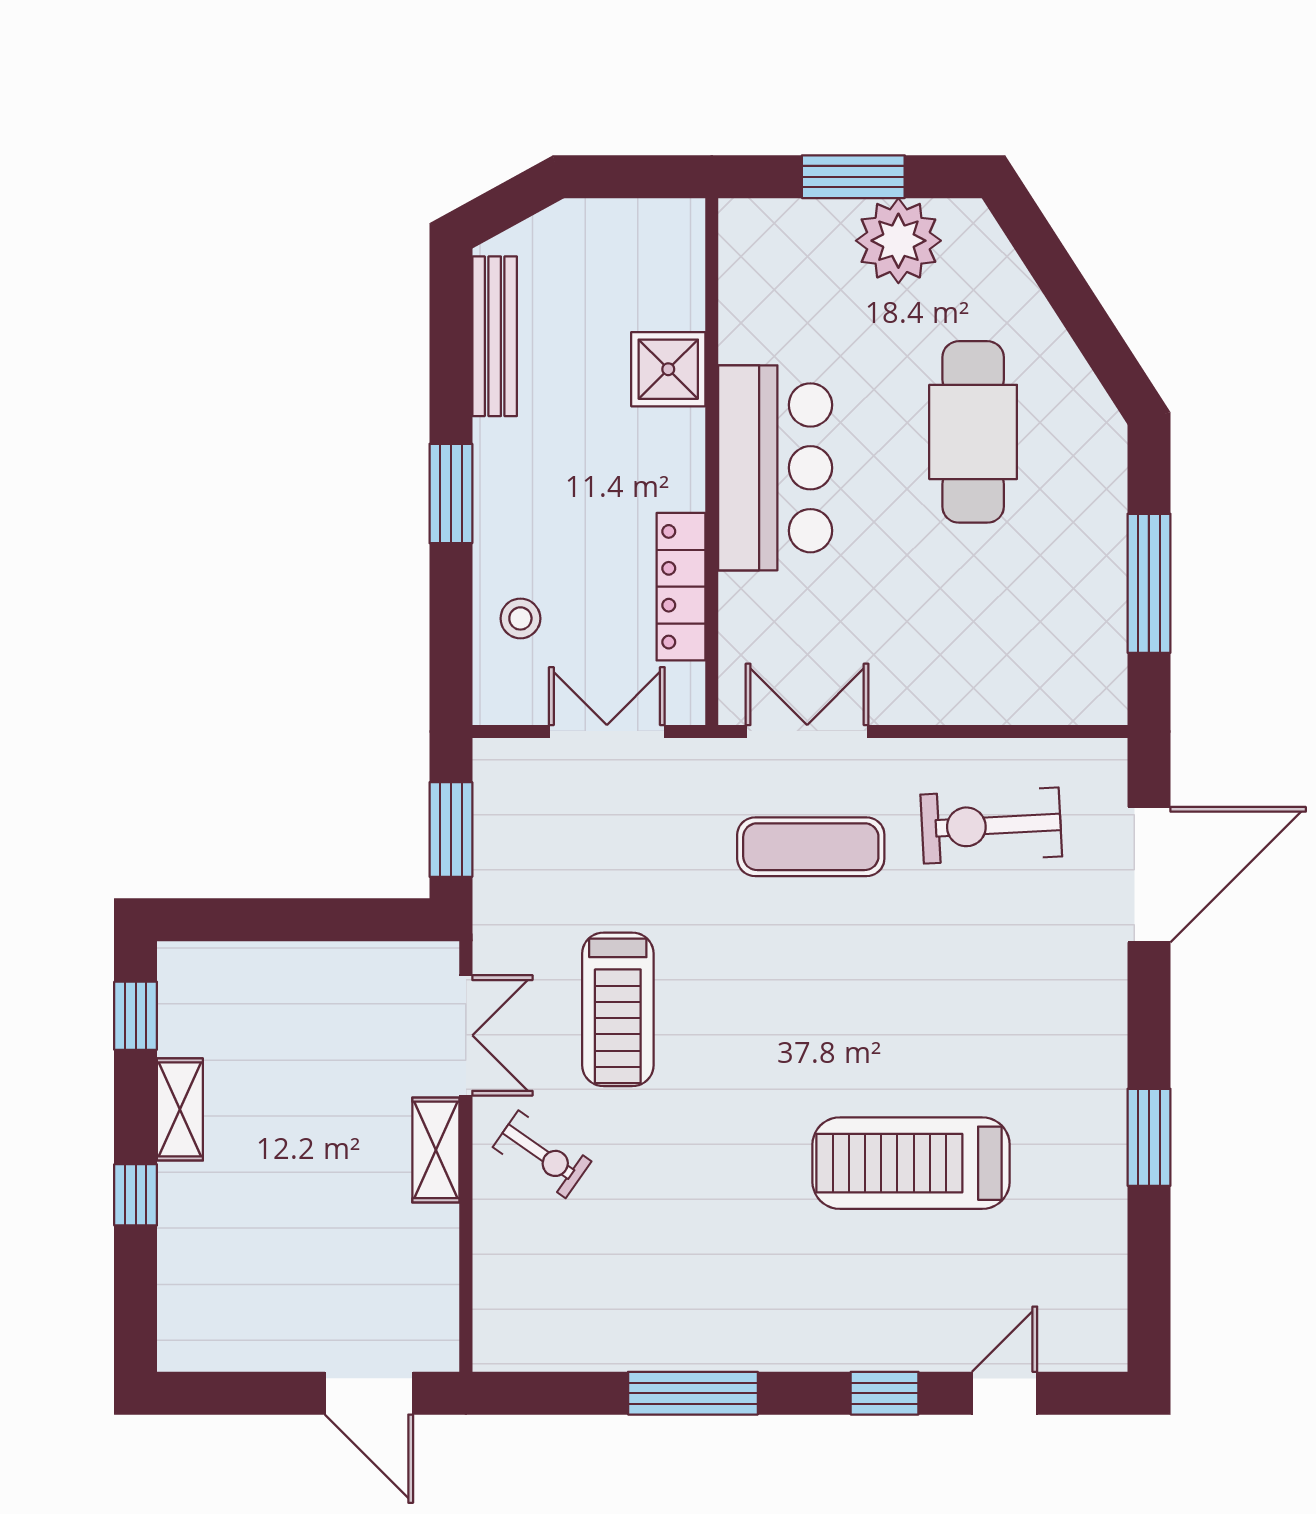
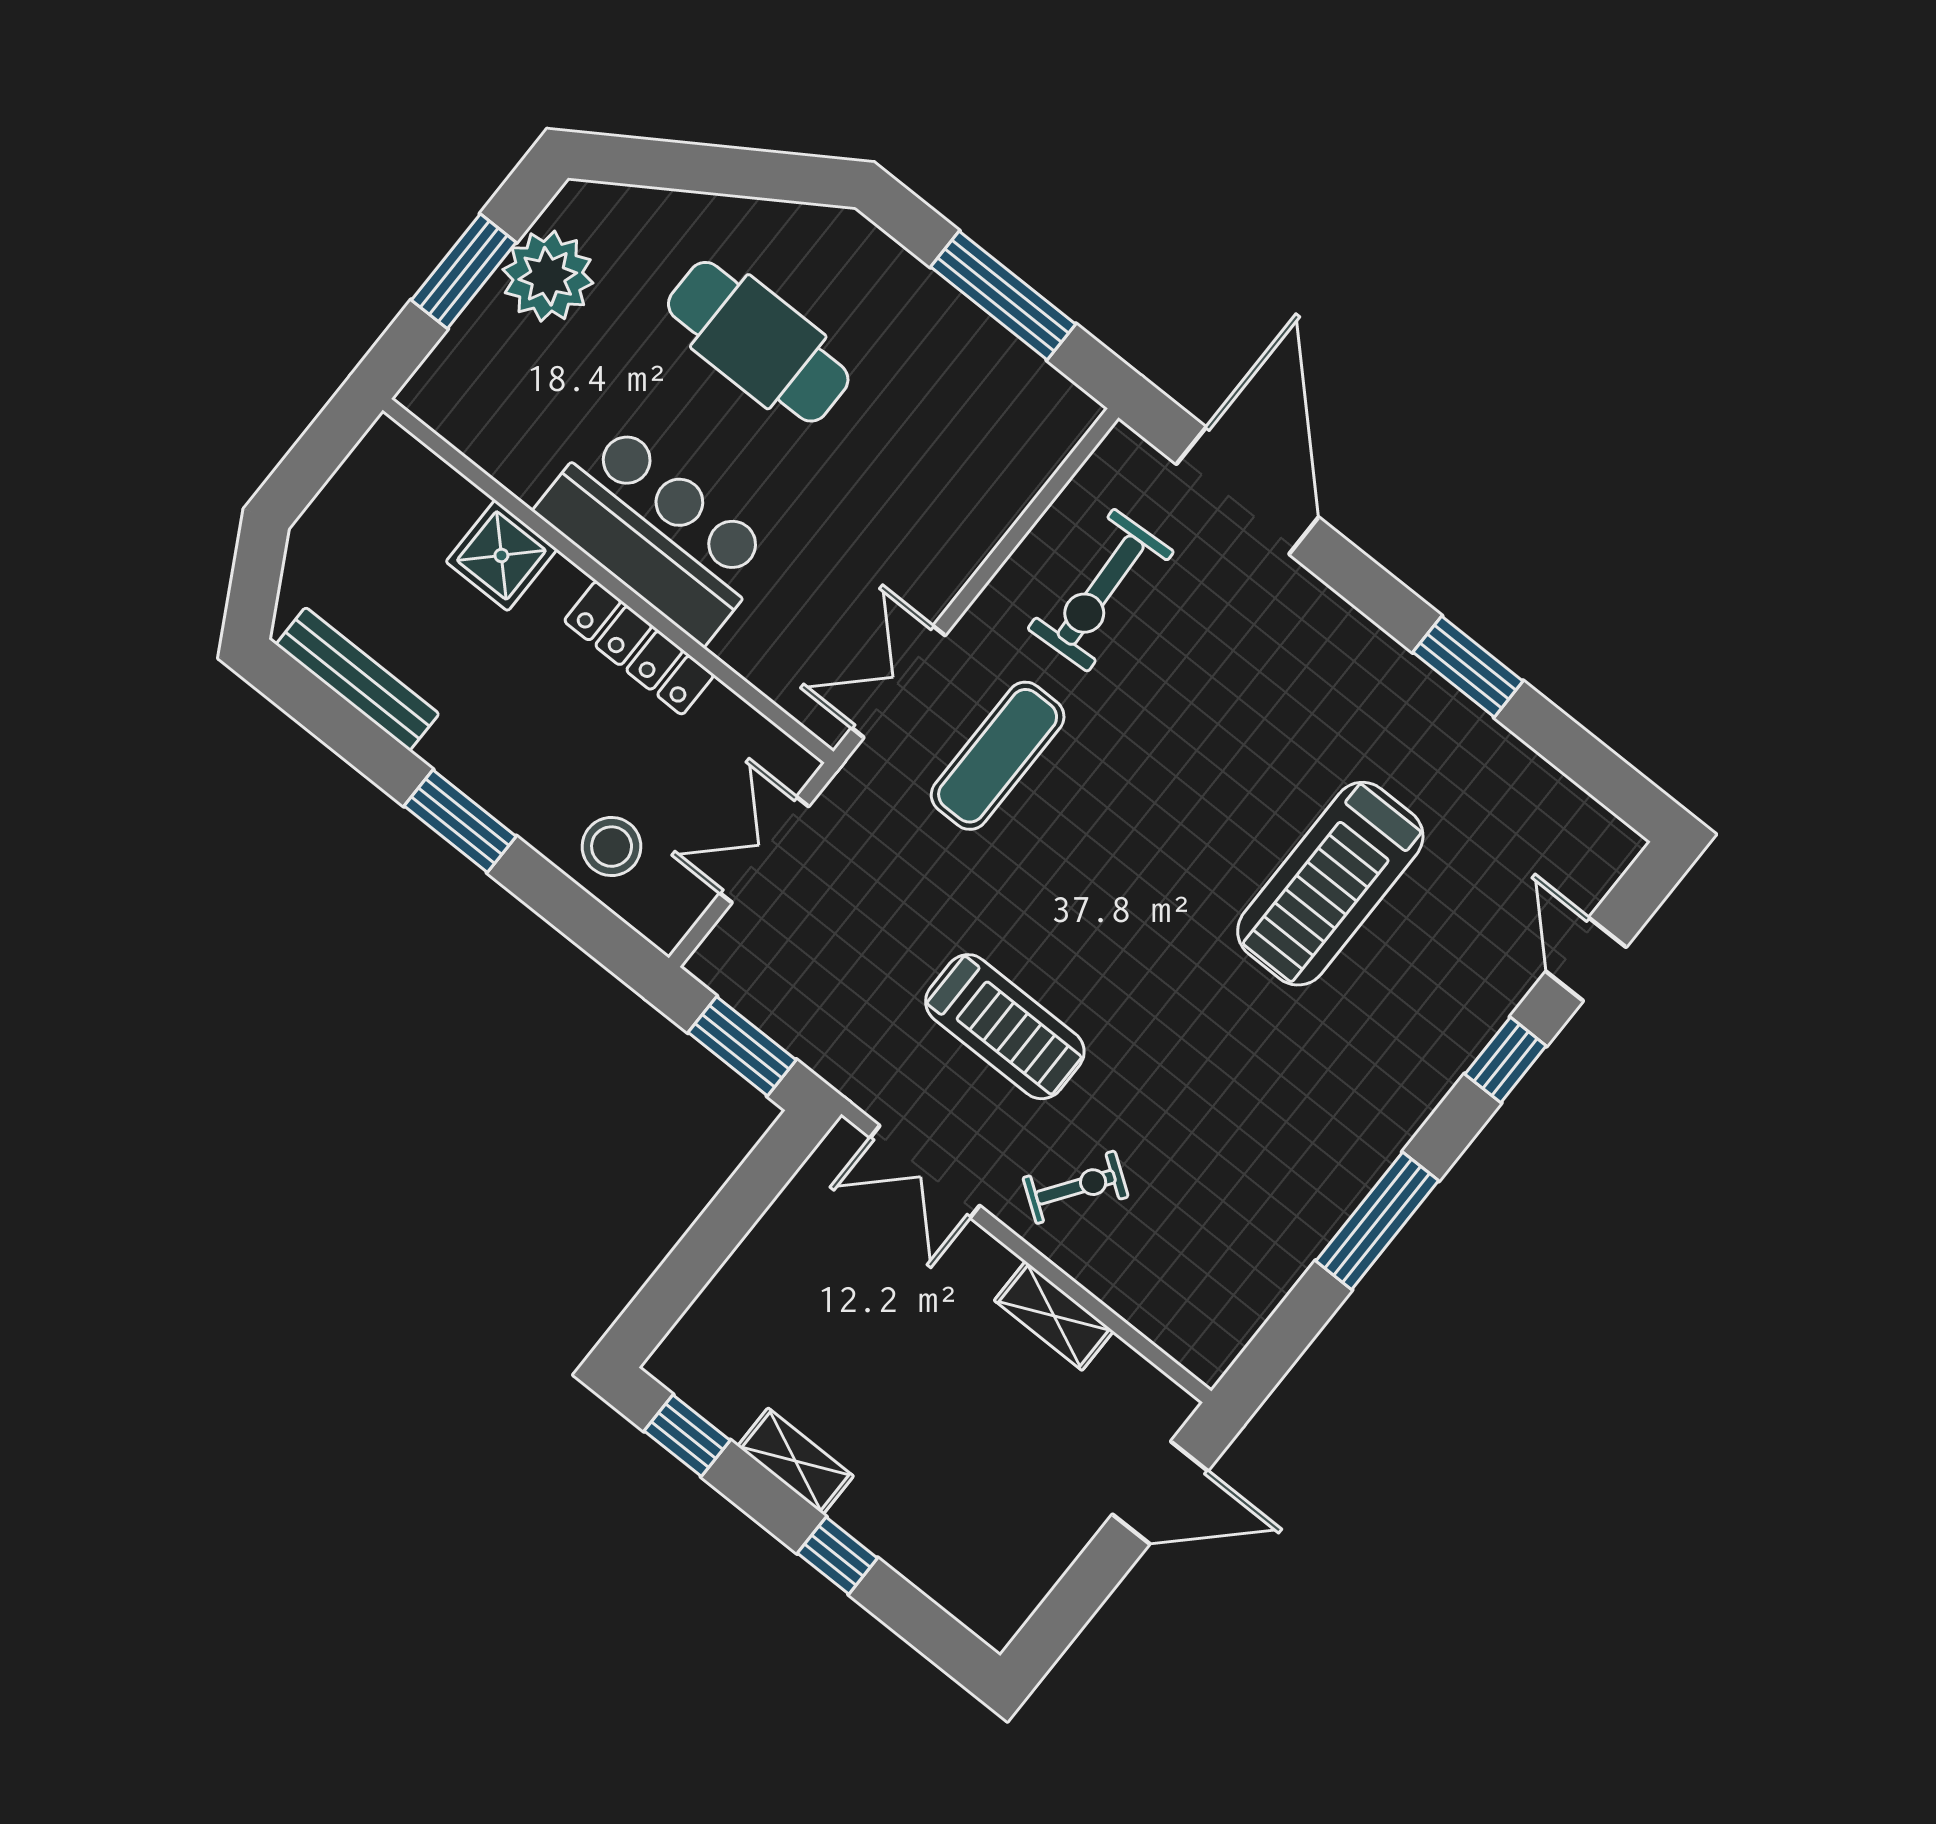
locker: (681, 587) -> (639, 648), moved
stool: (520, 618) -> (612, 847), width x1.37, depth x1.37
double door: (466, 1035) -> (925, 1172), swing flipped
shelving: (436, 1150) -> (1054, 1316), moved

